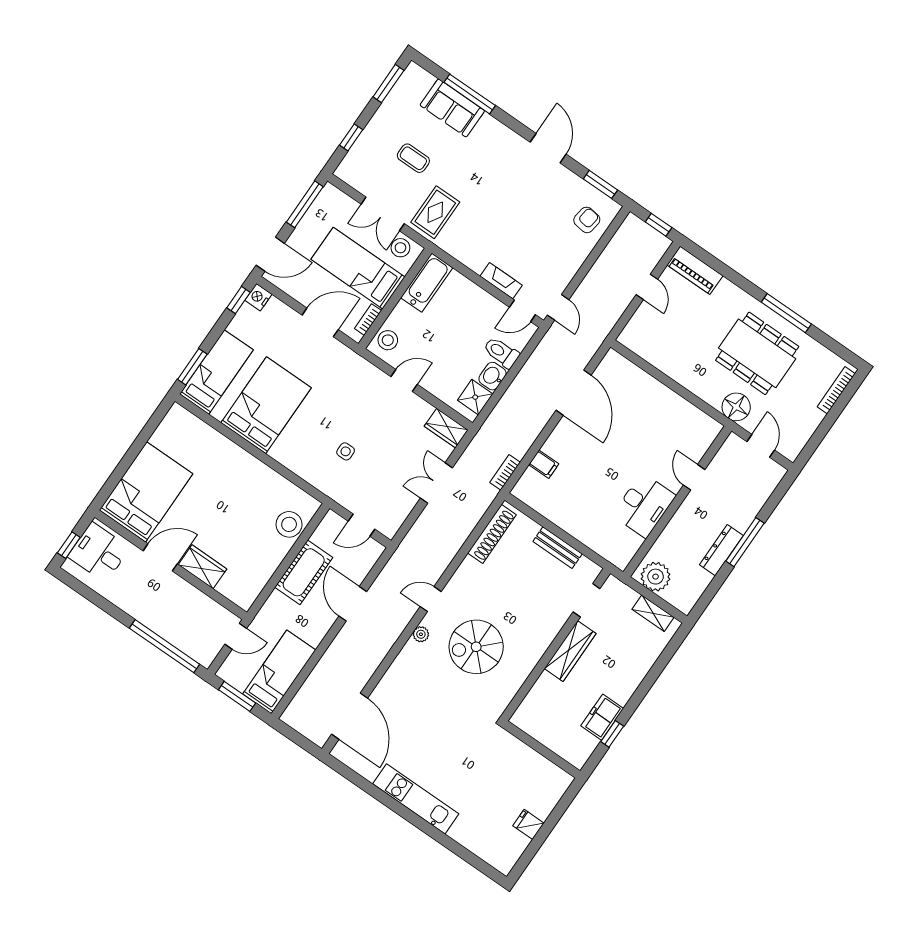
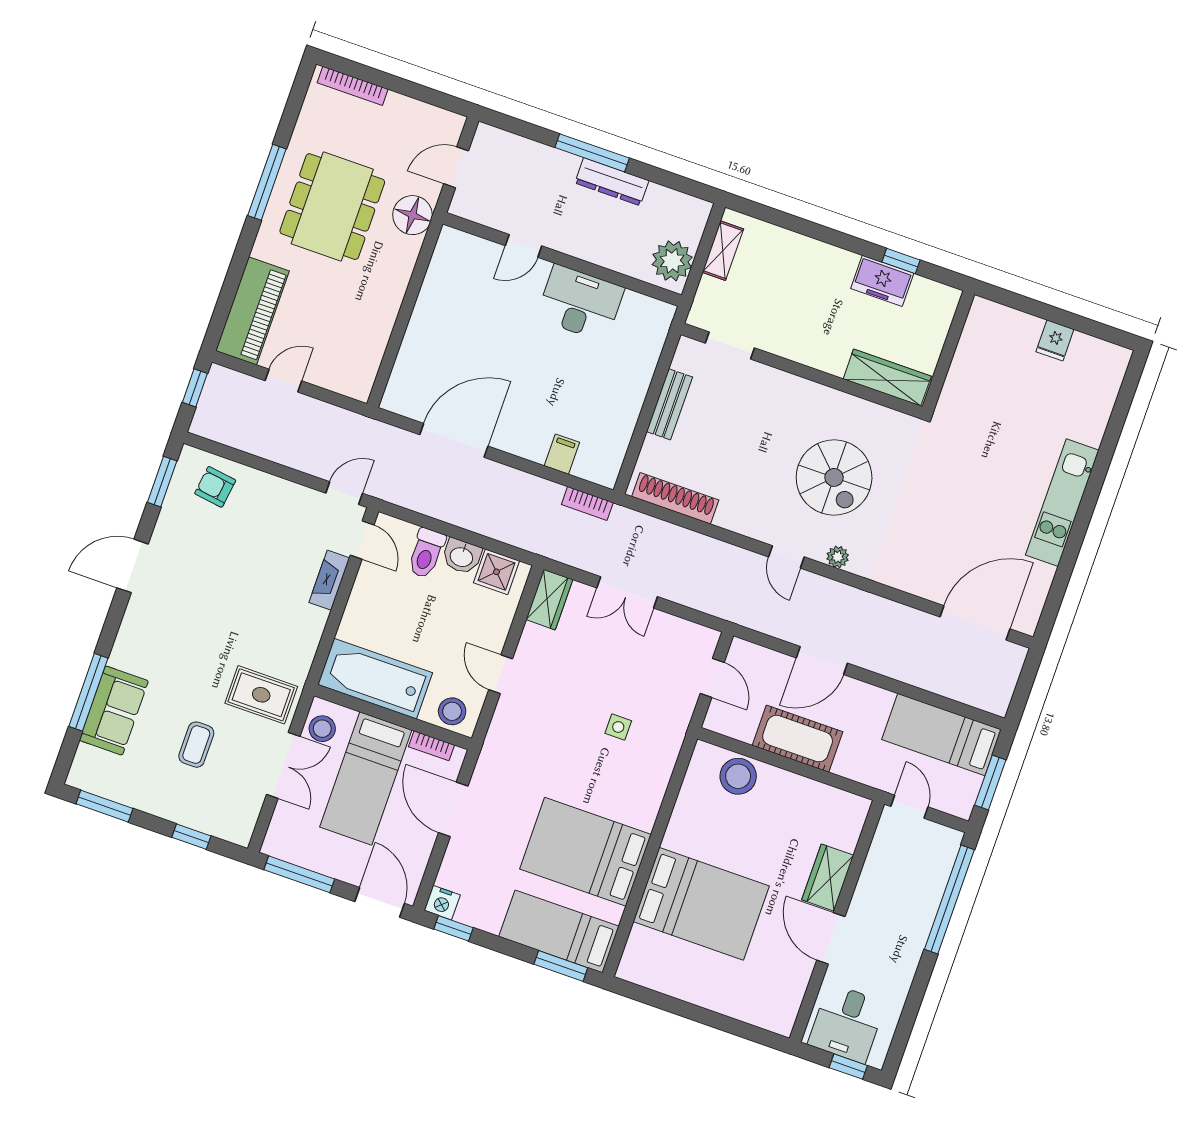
piano: (695, 270) -> (252, 311), width x1.37, depth x1.33
bathtub: (427, 283) -> (375, 679), width x1.36, depth x1.36
bed: (146, 492) -> (701, 904), moved, turned 180
wardrobe: (570, 651) -> (887, 378), moved

